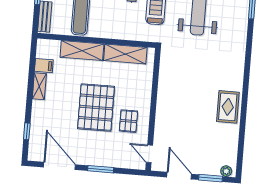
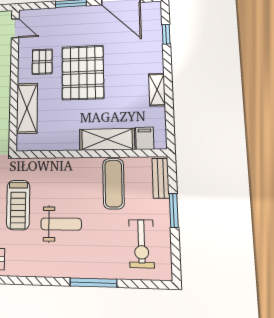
shelving: (125, 54) -> (27, 108), moved, turned 90
filing cabinet: (44, 66) -> (145, 138), moved, turned 90

